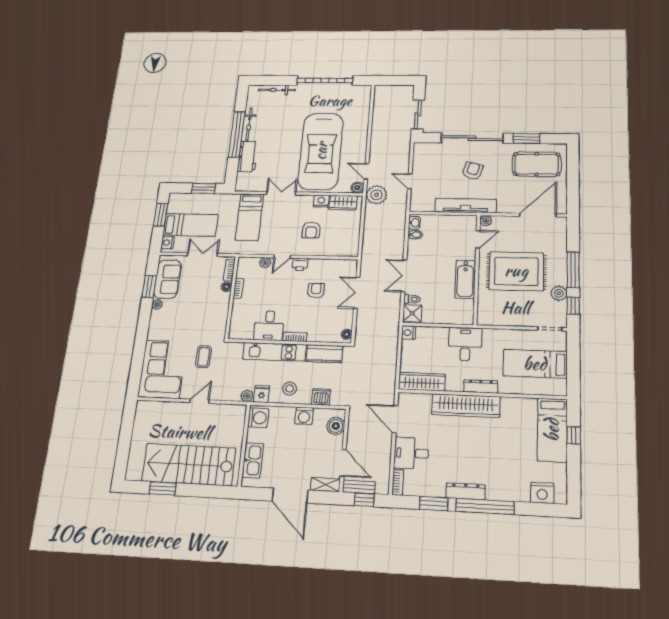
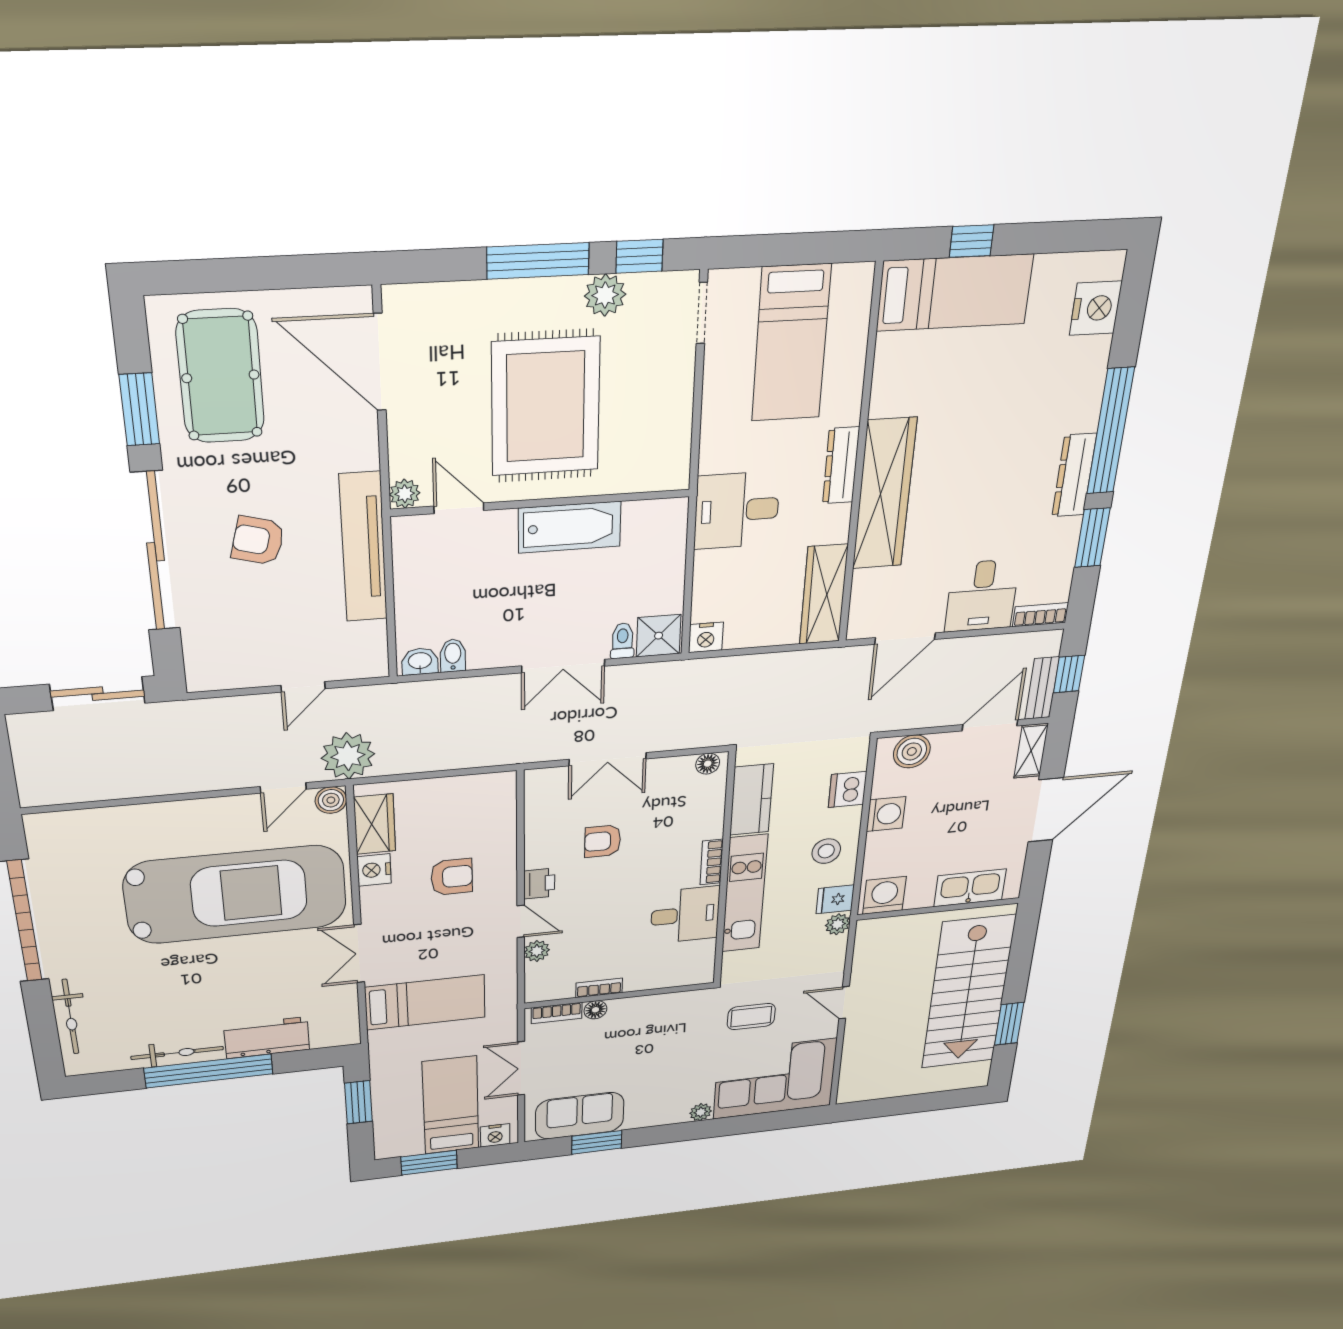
plant: (157, 304) -> (701, 1112), moved

